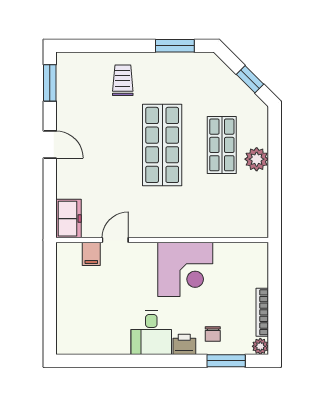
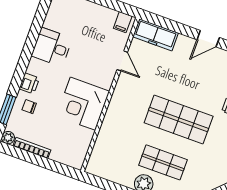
freezer: (68, 219) -> (156, 35), width x1.40
filing cabinet: (91, 254) -> (123, 22), moved, turned -90
desk: (151, 333) -> (52, 47), moved

